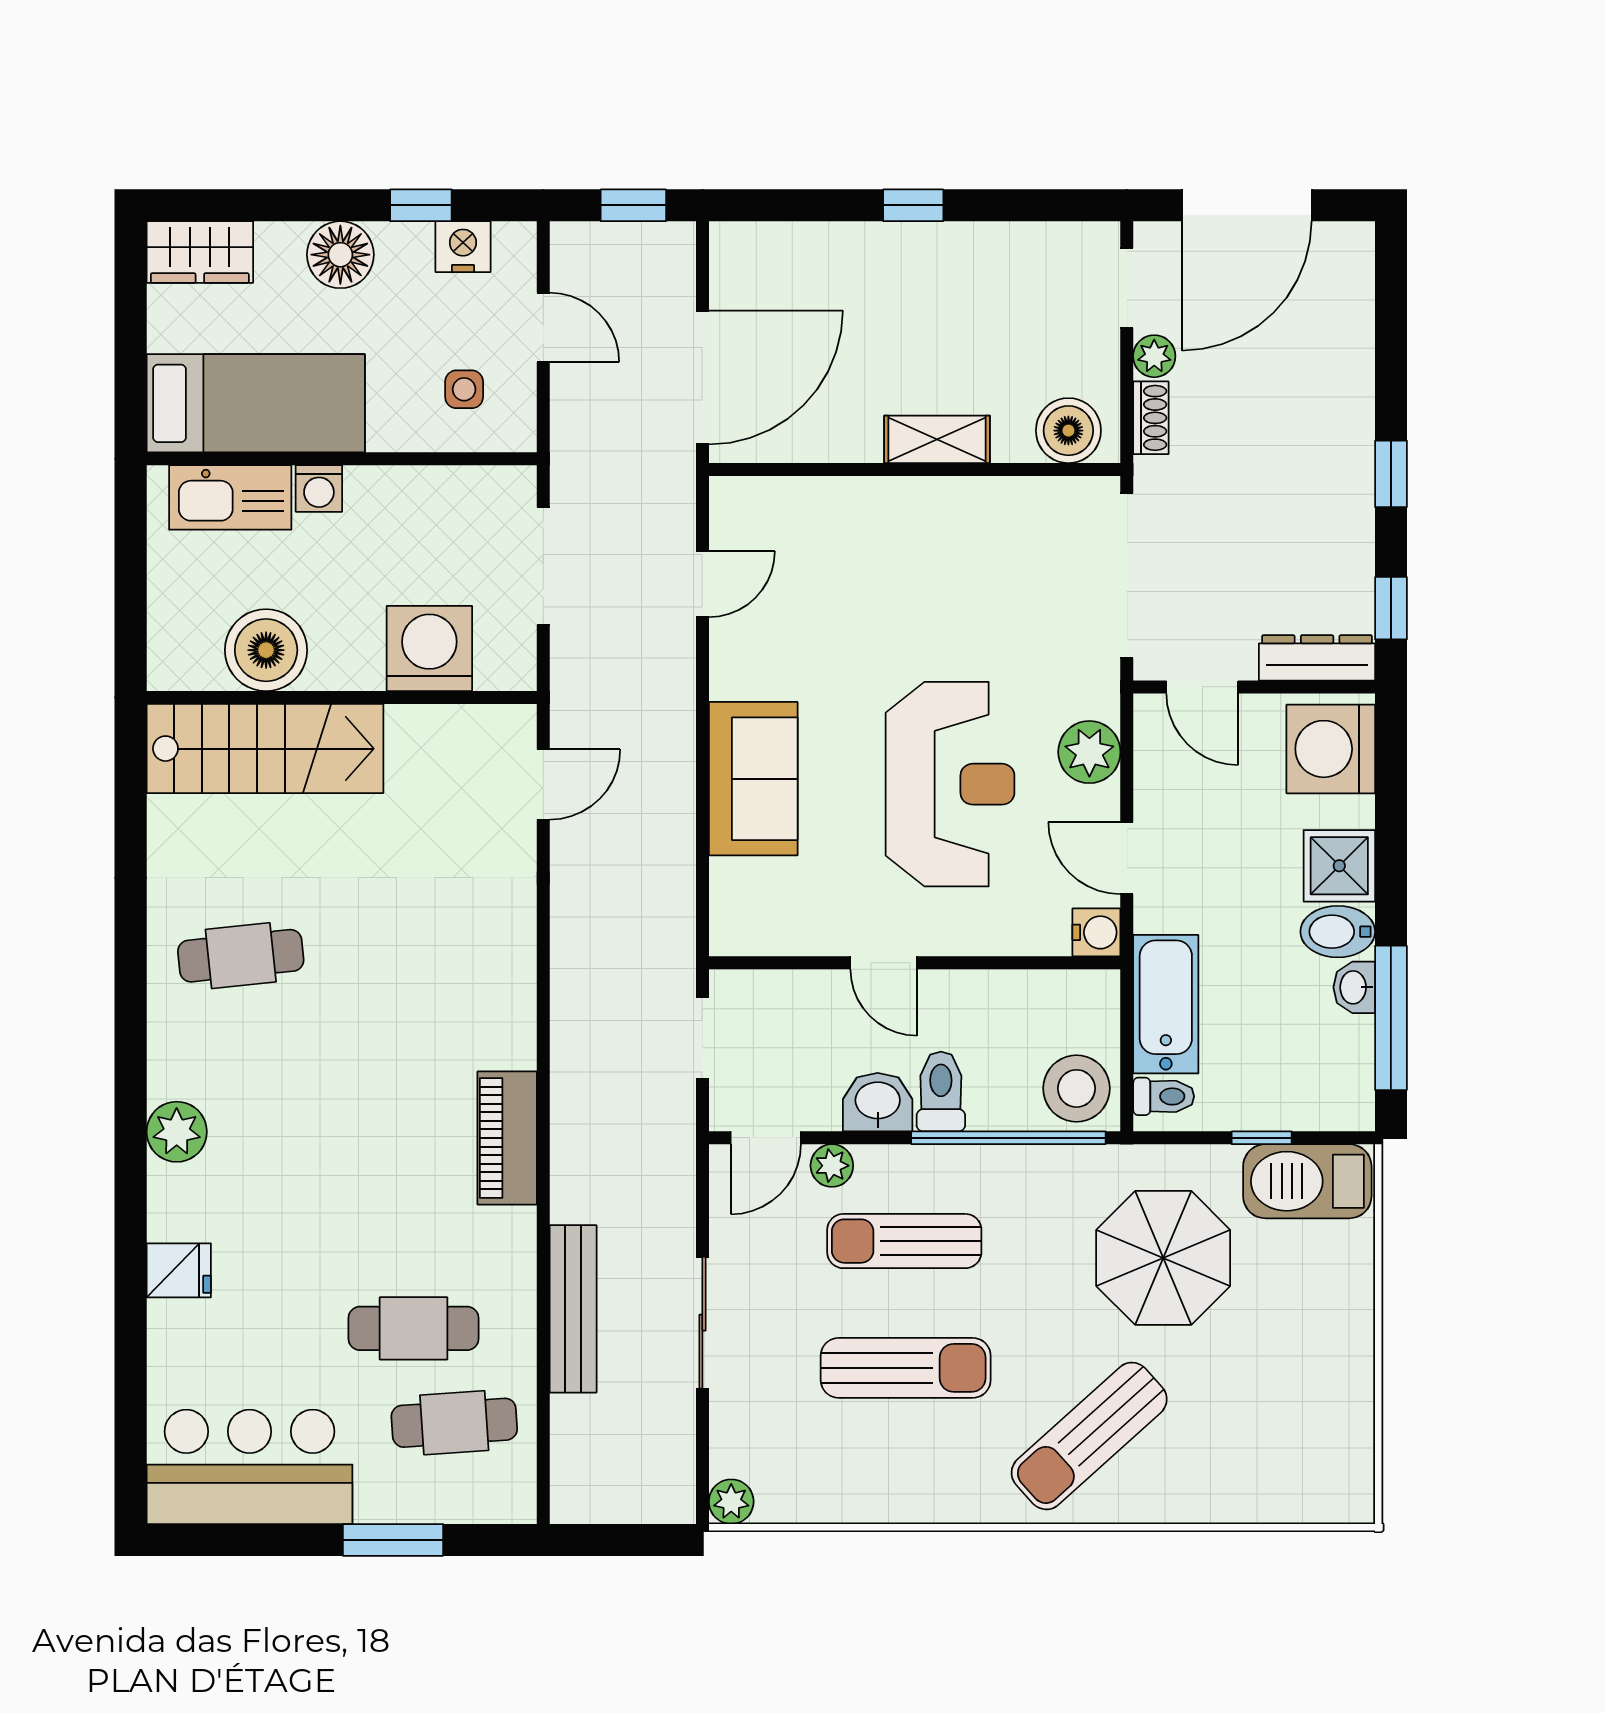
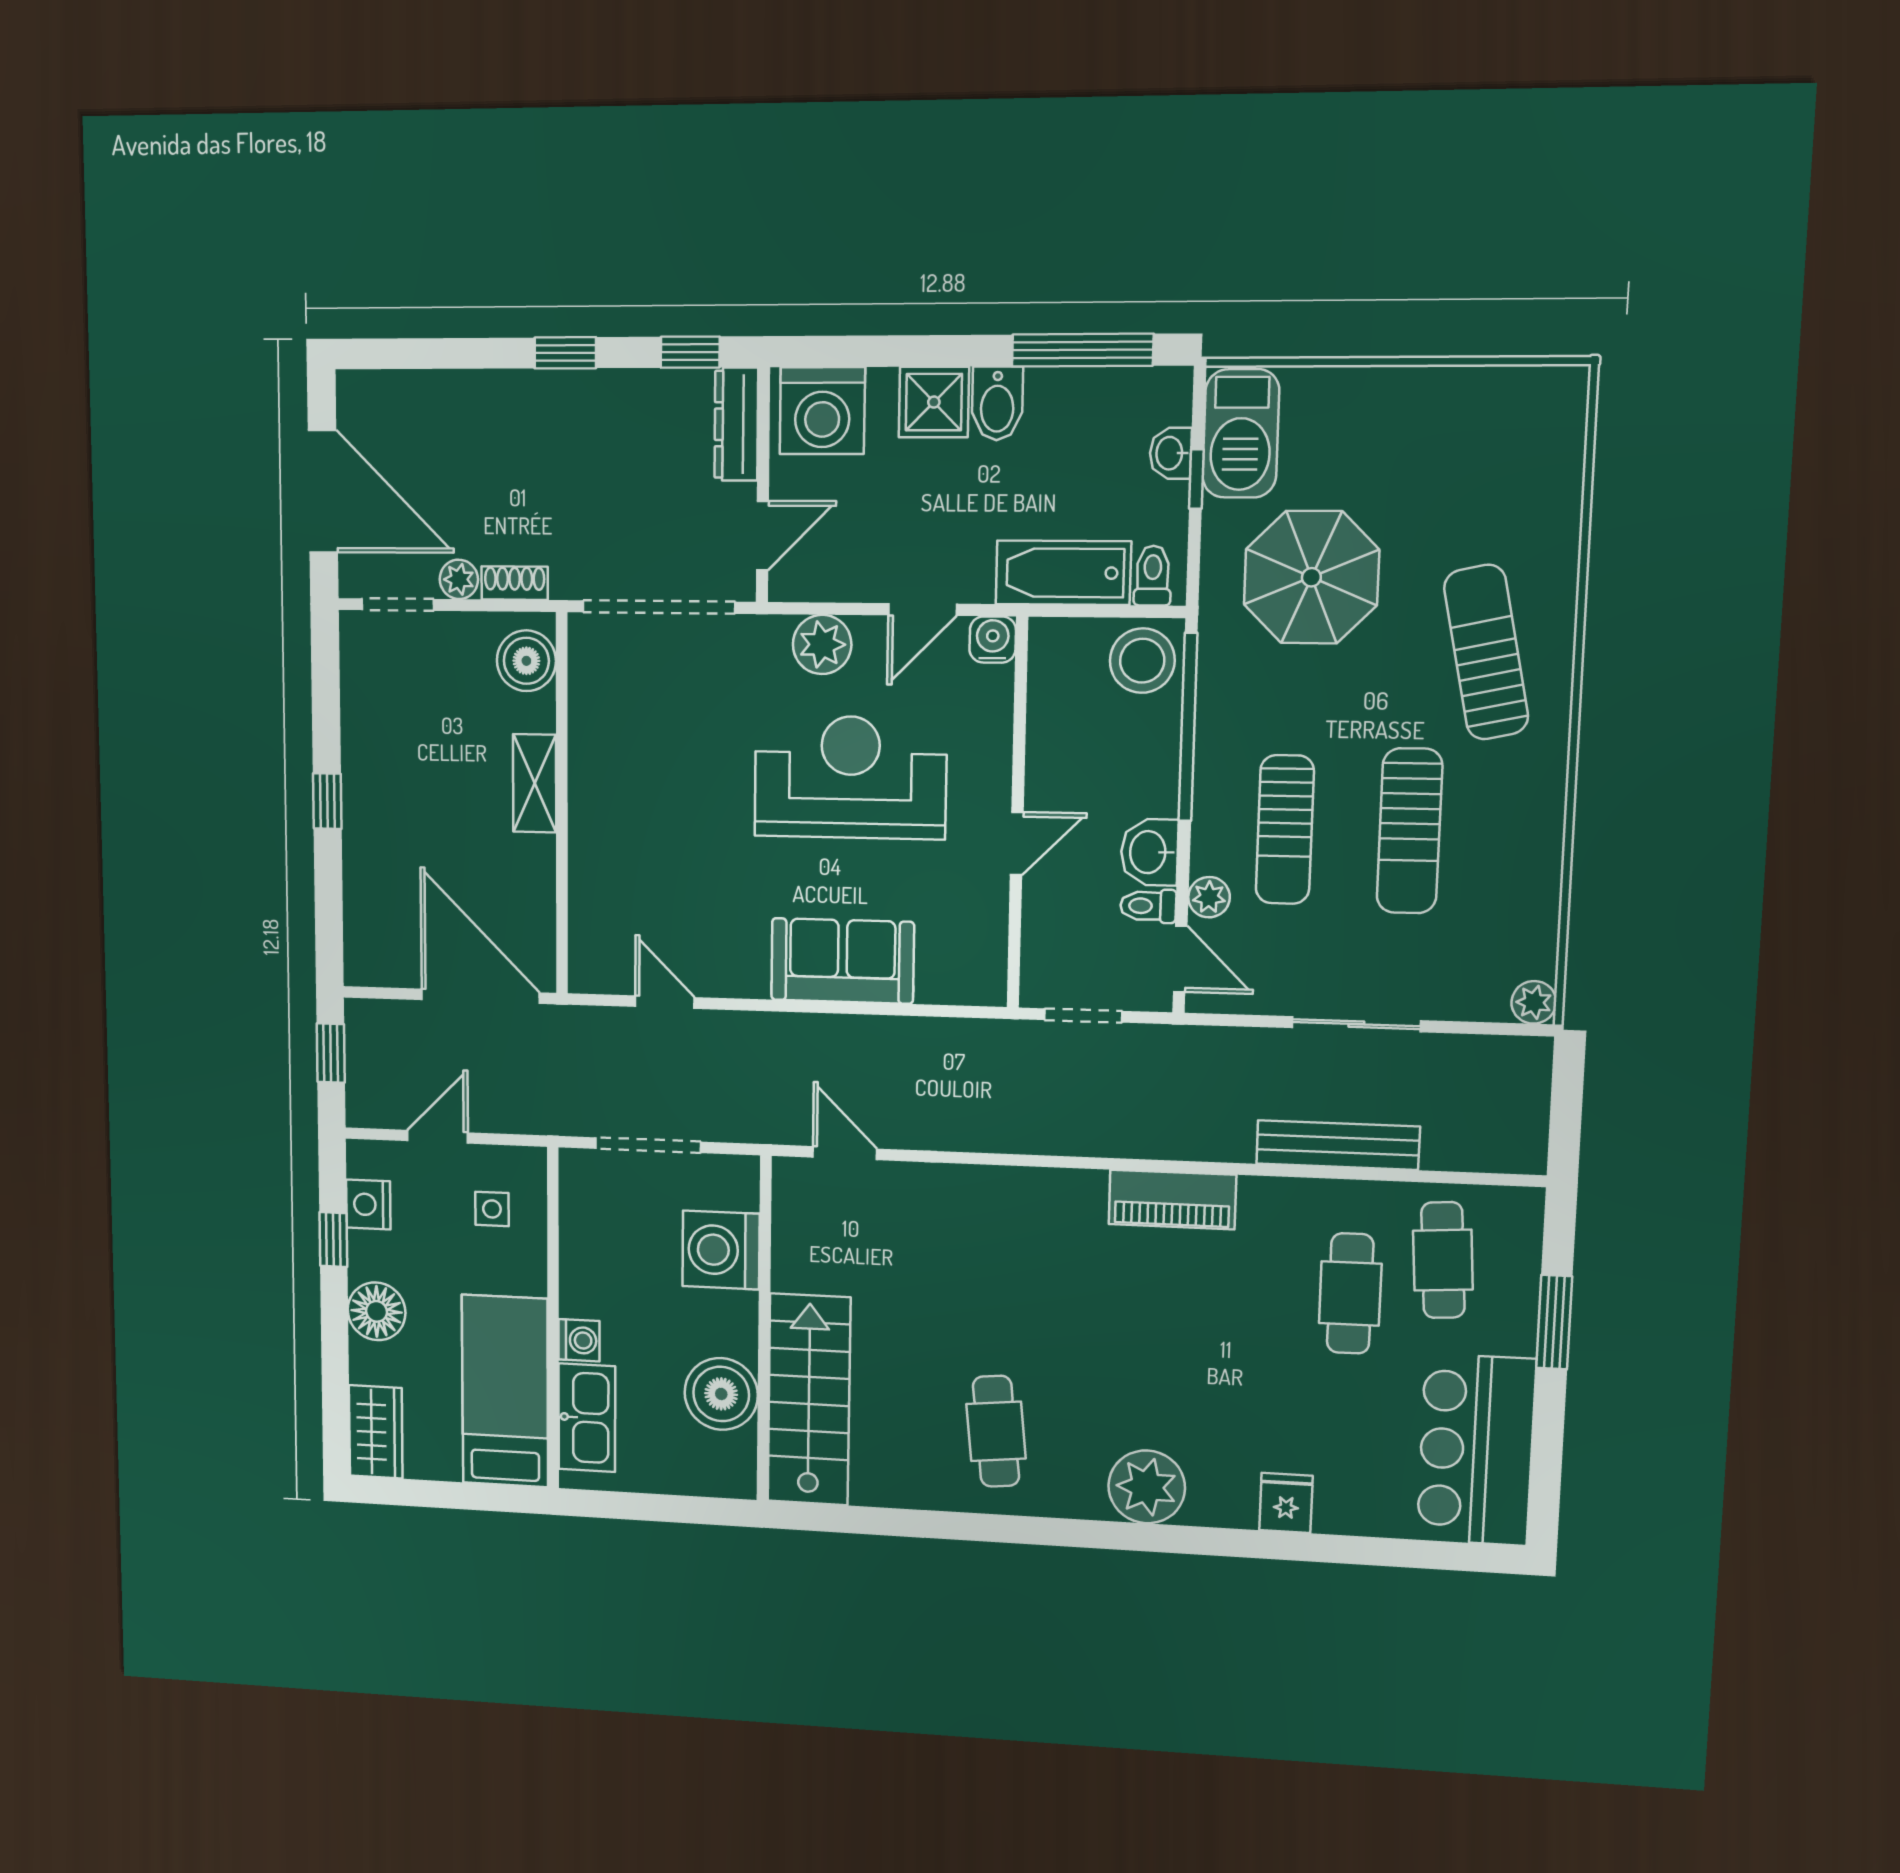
washbasin: (1354, 987) -> (1170, 453), moved, turned 90
toilet: (941, 1092) -> (1148, 906), moved, width x0.73, depth x0.72
plant: (177, 1132) -> (1147, 1487), width x1.36, depth x1.36
sun lounger: (906, 1368) -> (1410, 831), turned 180
sun lounger: (1089, 1436) -> (1486, 652), turned -150

